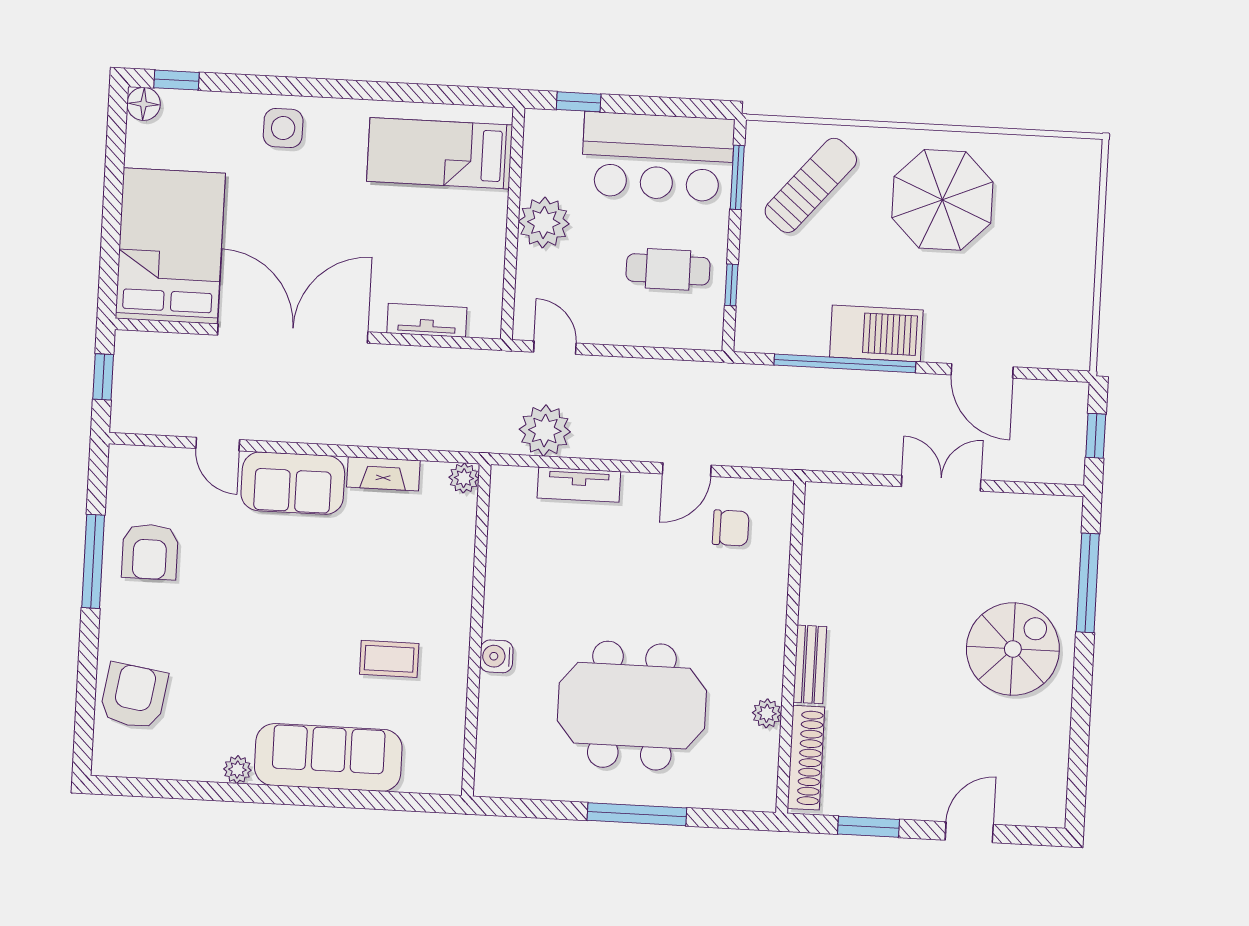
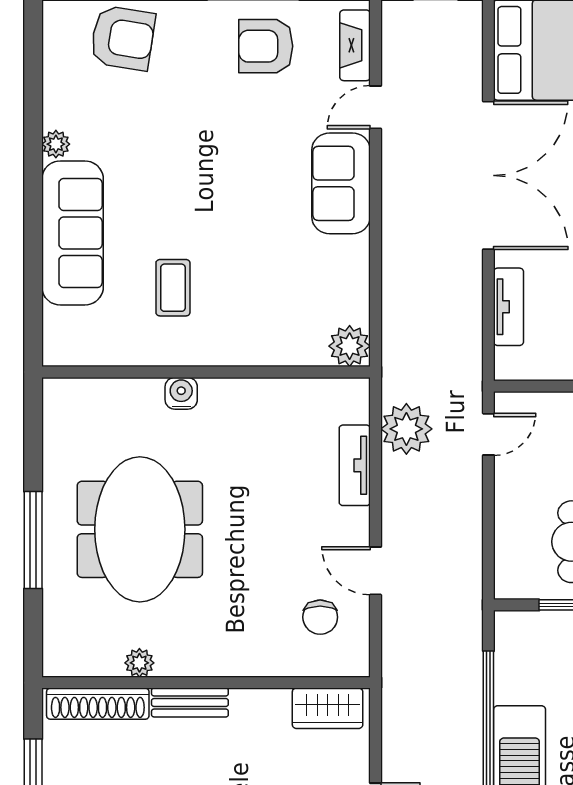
fireplace: (383, 474) -> (355, 45), moved
plant: (464, 478) -> (350, 346), width x1.38, depth x1.38
wardrobe: (823, 526) -> (328, 708), added

